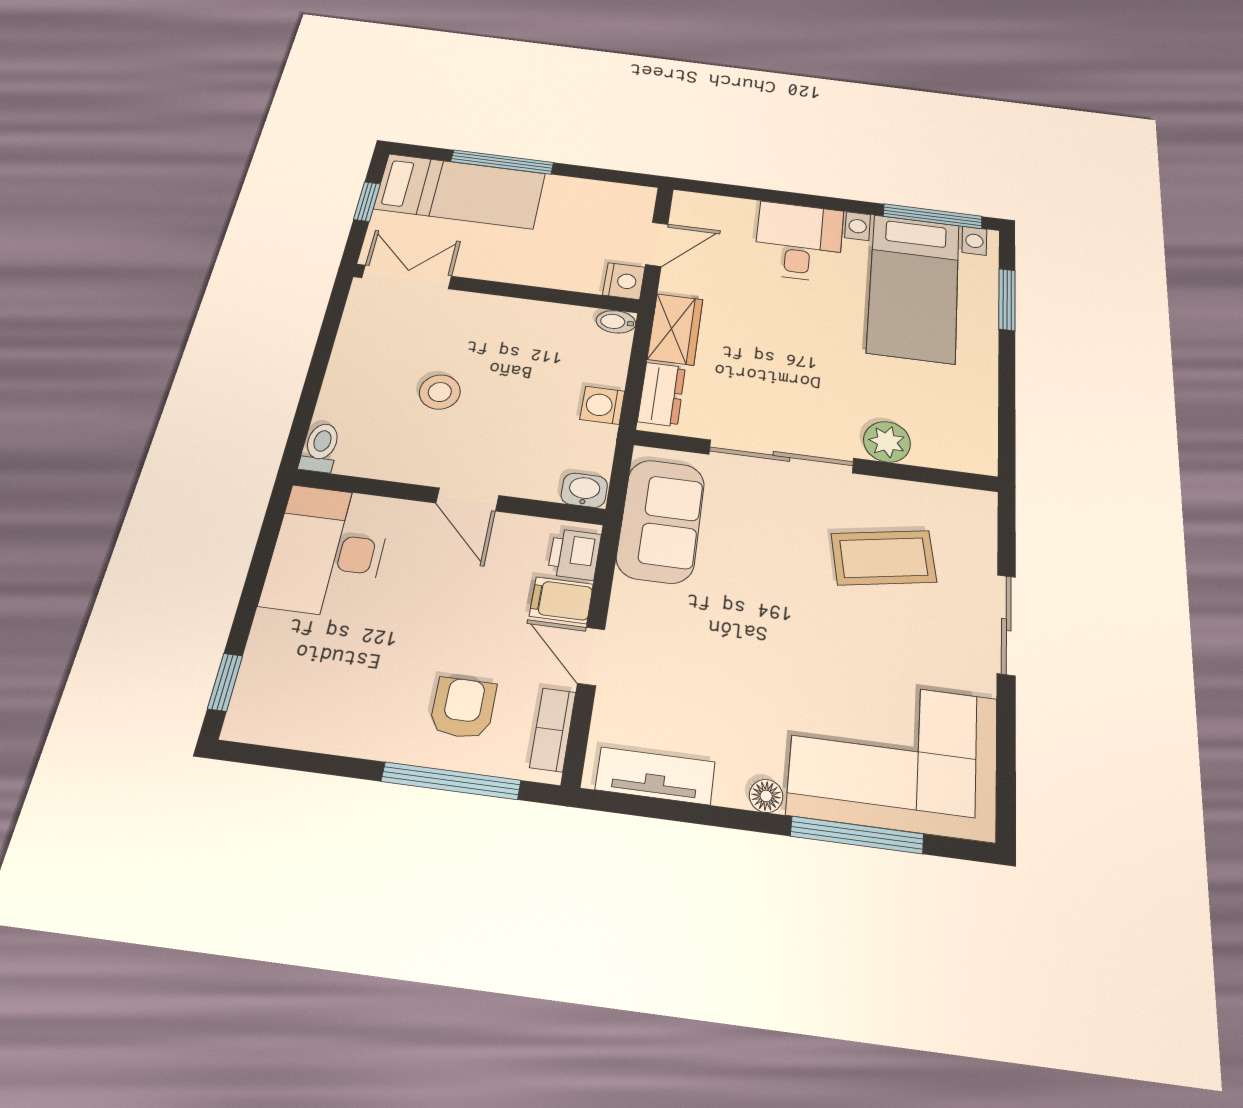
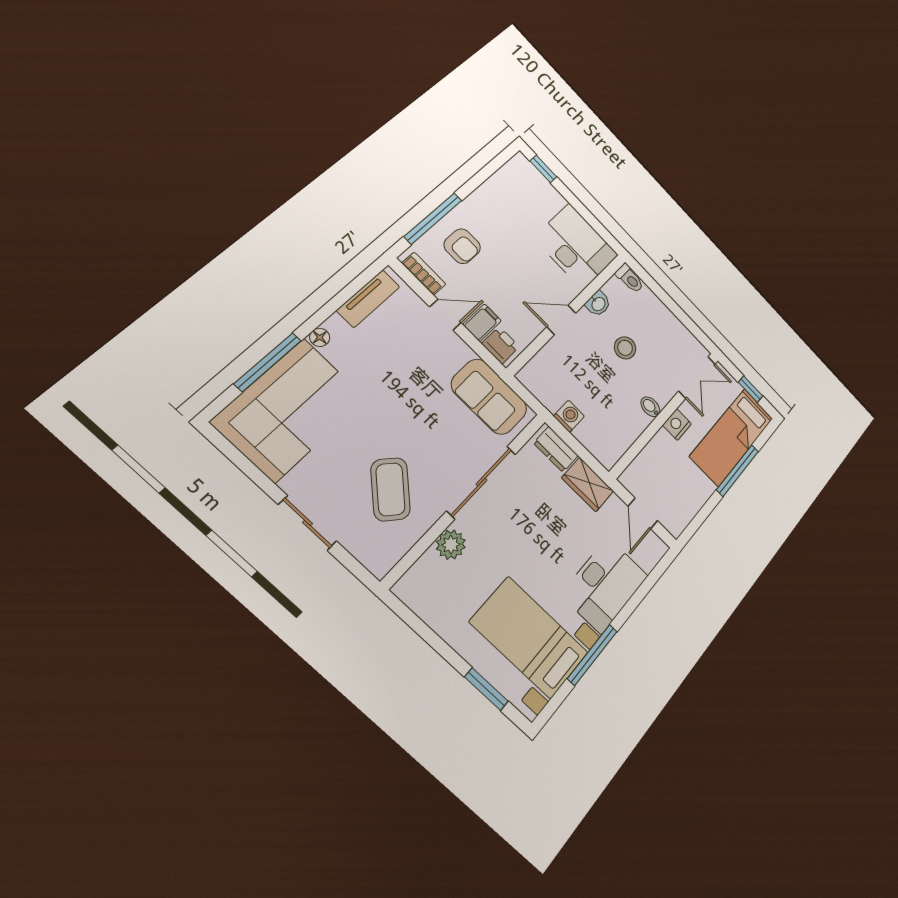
window: (933, 216) -> (592, 655), moved
desk: (799, 242) -> (605, 585), width x1.37
nightstand: (624, 281) -> (677, 425), moved, turned 90
bidet: (616, 322) -> (650, 407), moved, turned -90
washbasin: (584, 490) -> (598, 304), moved
coffee table: (884, 558) -> (390, 489), turned -39

